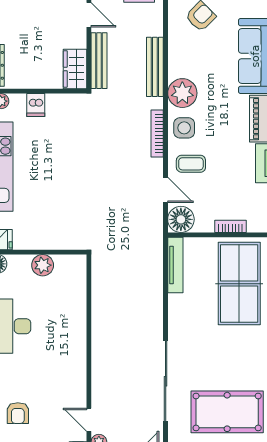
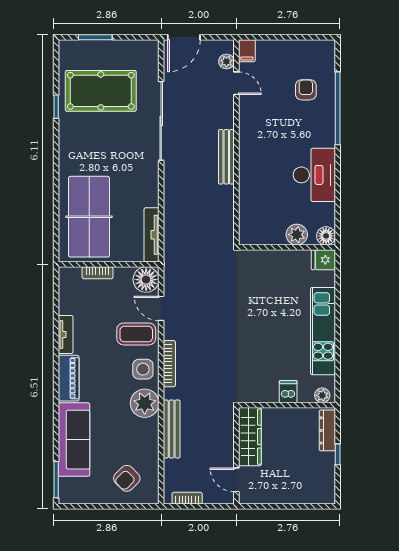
bench: (99, 61) -> (226, 157), moved
wardrobe: (75, 69) -> (250, 437), width x1.50
coffee table: (191, 164) -> (136, 334), width x1.36, depth x1.30
plant: (43, 265) -> (297, 235), moved

